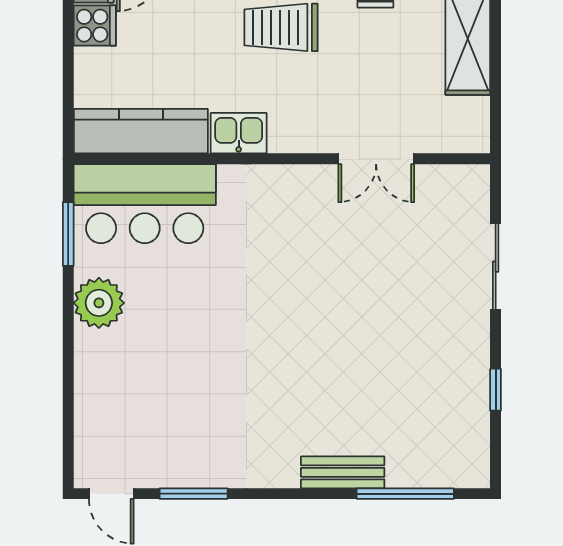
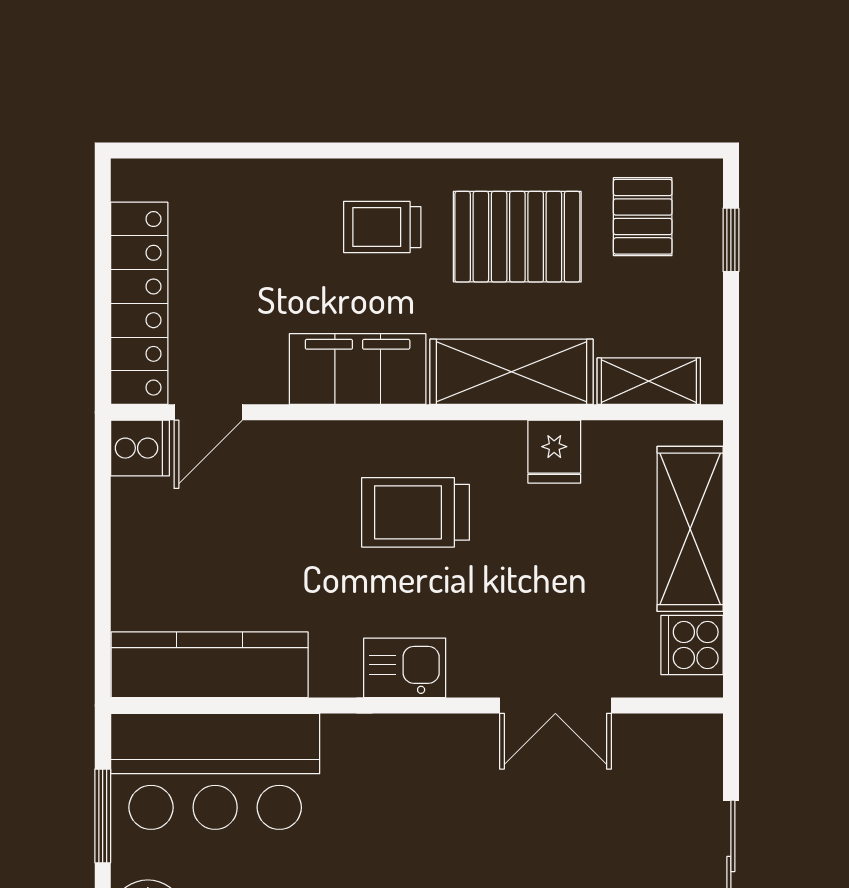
cooker: (95, 26) -> (692, 645), moved, turned 180
kitchen sink: (239, 133) -> (405, 668), moved

